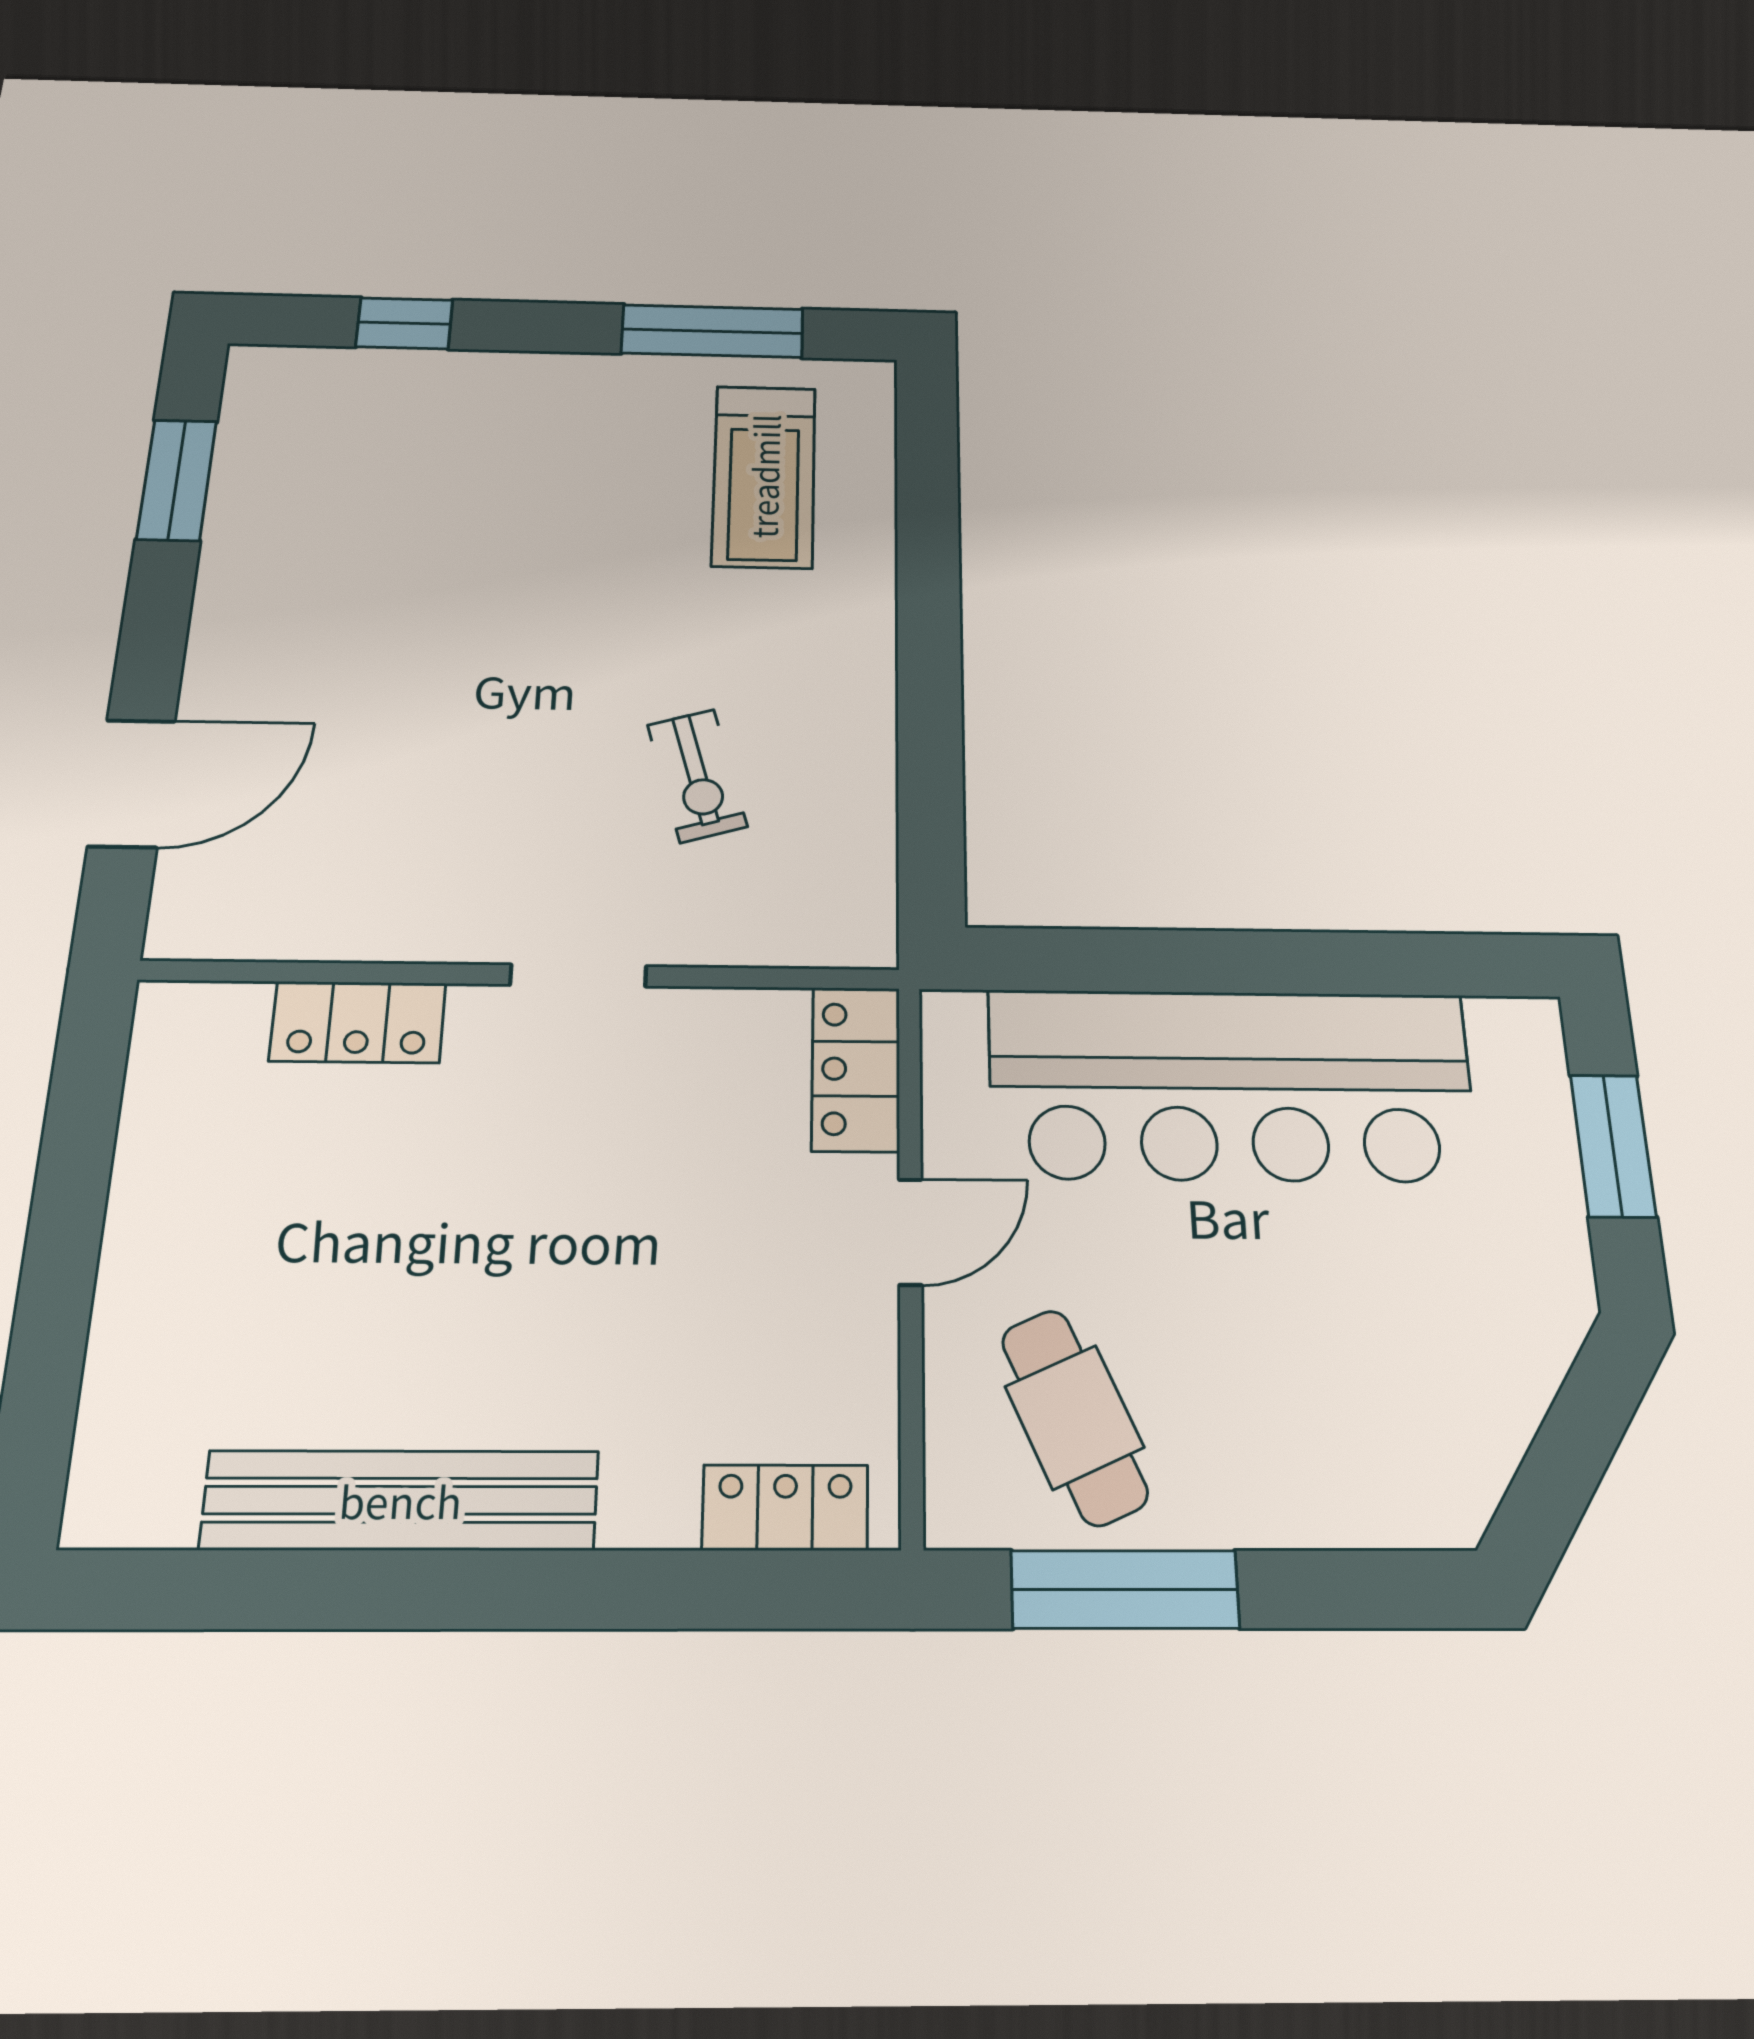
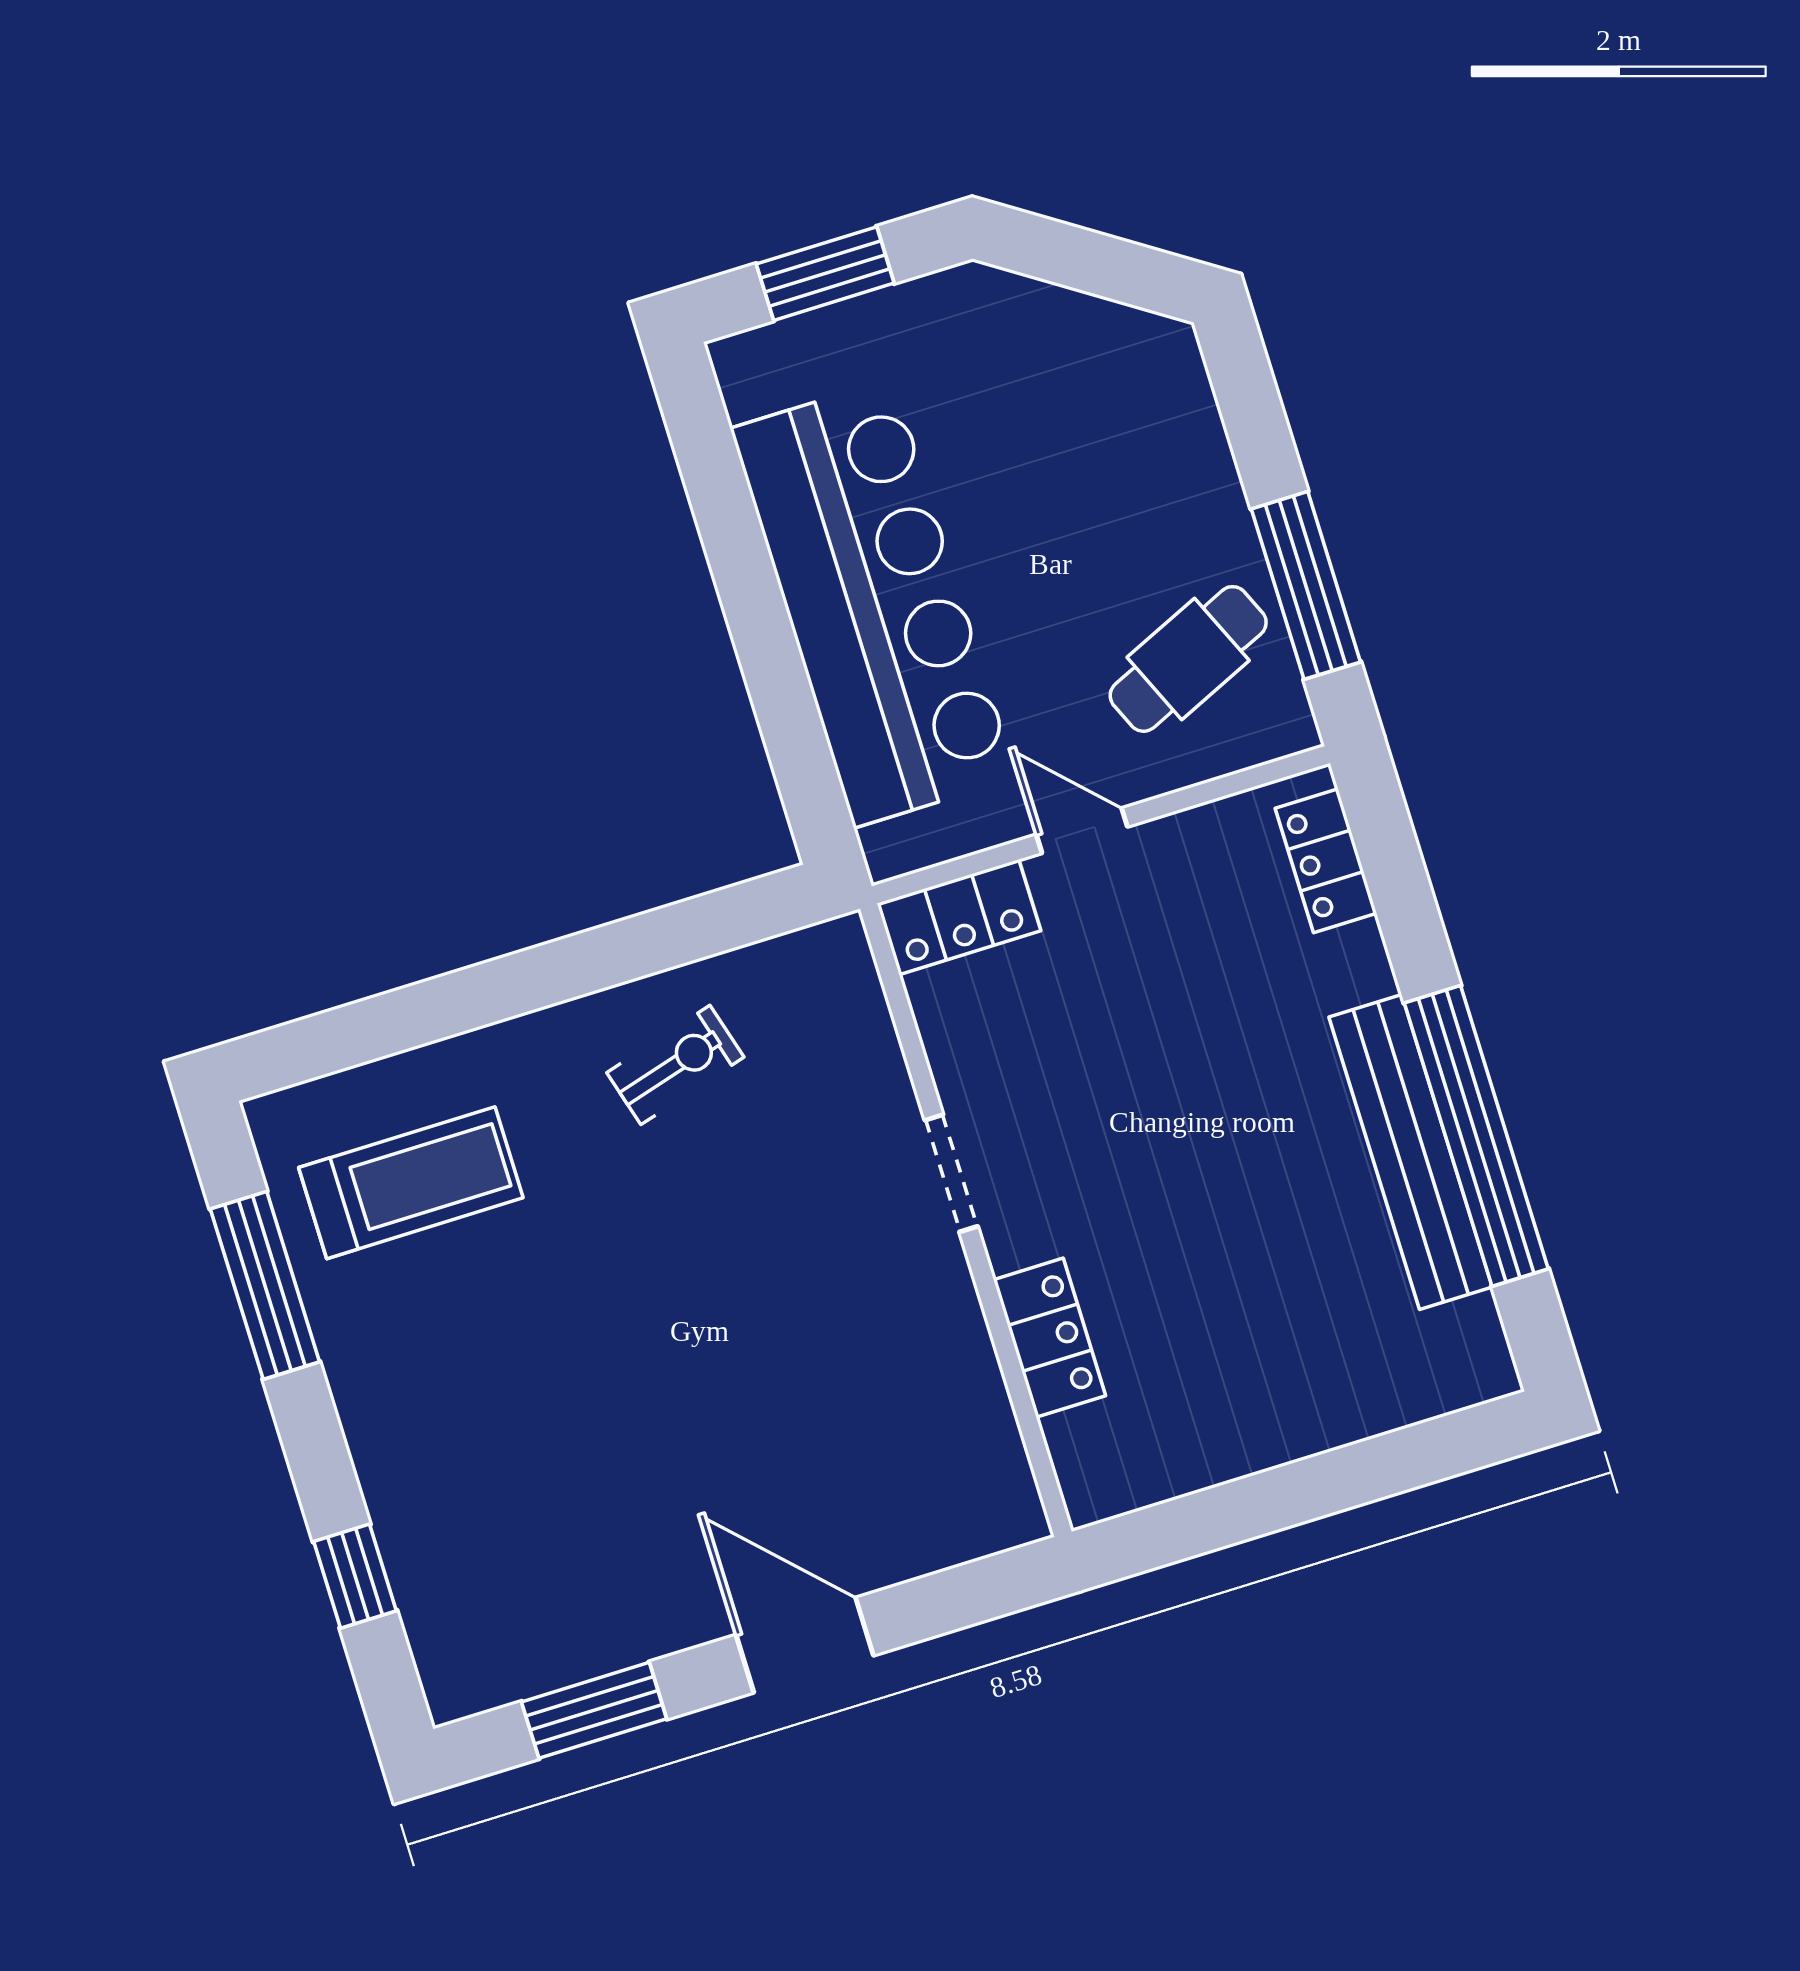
exercise bike: (697, 776) -> (675, 1065), moved
door: (132, 783) -> (805, 1645), moved
window: (388, 1589) -> (1476, 1136), added

